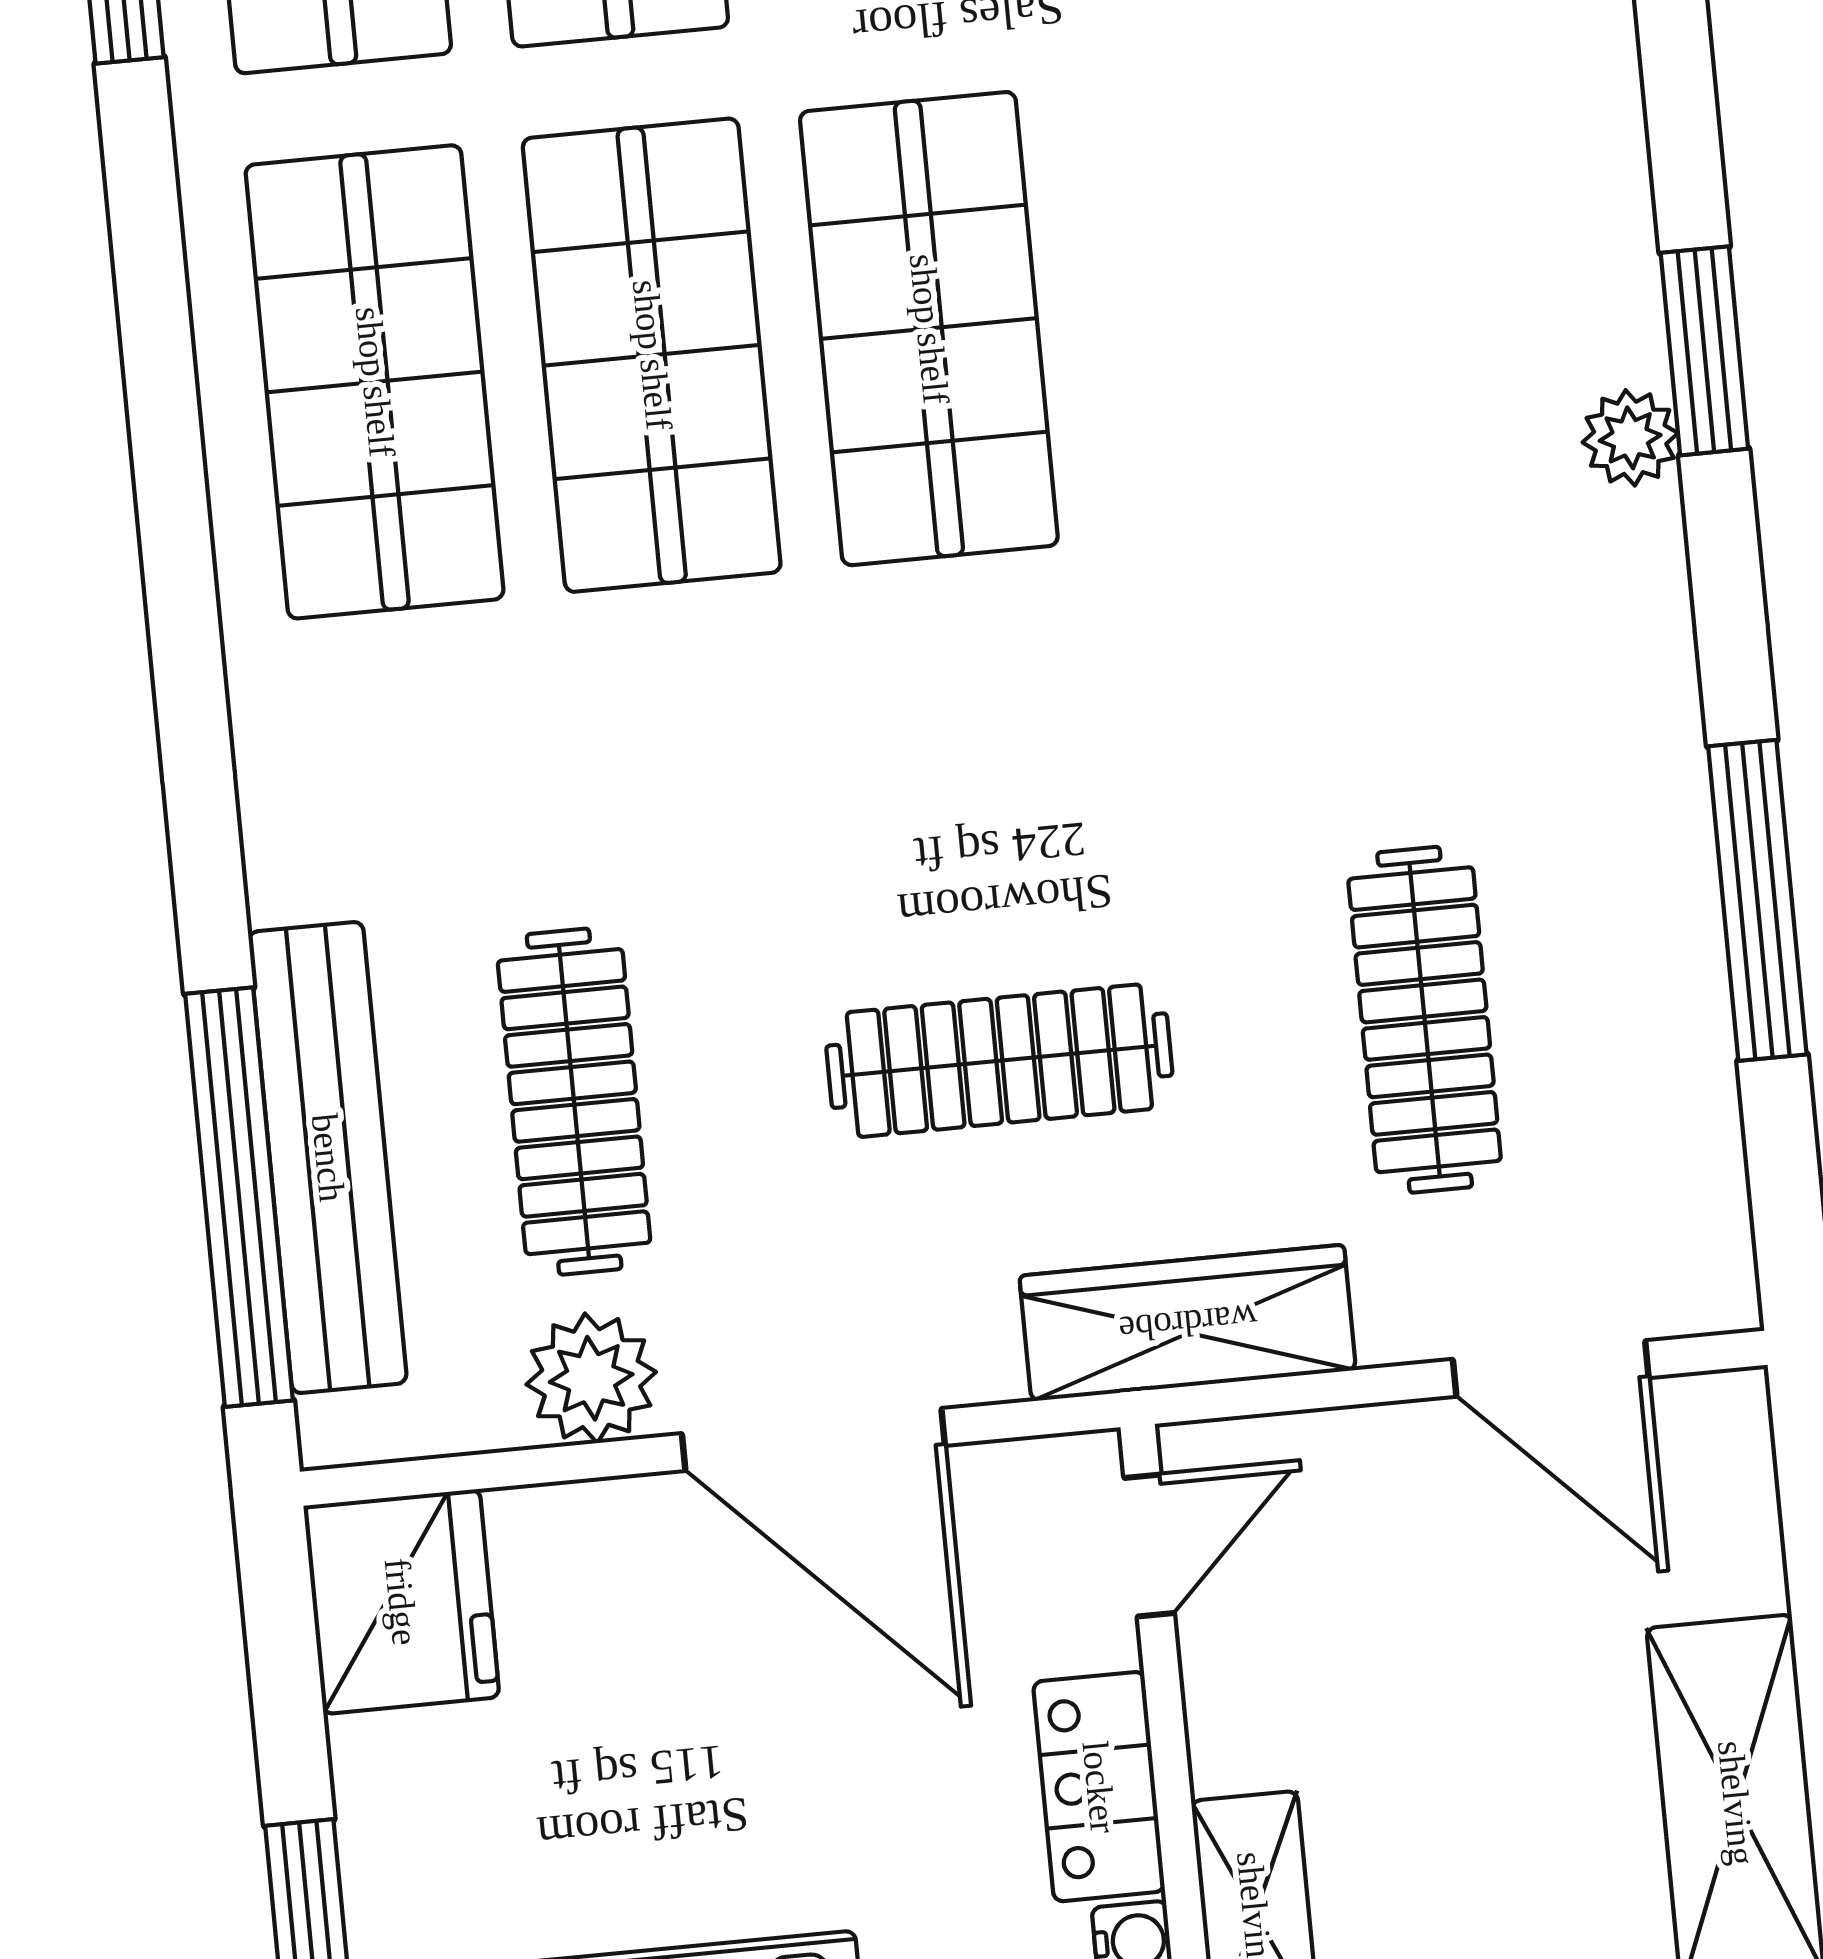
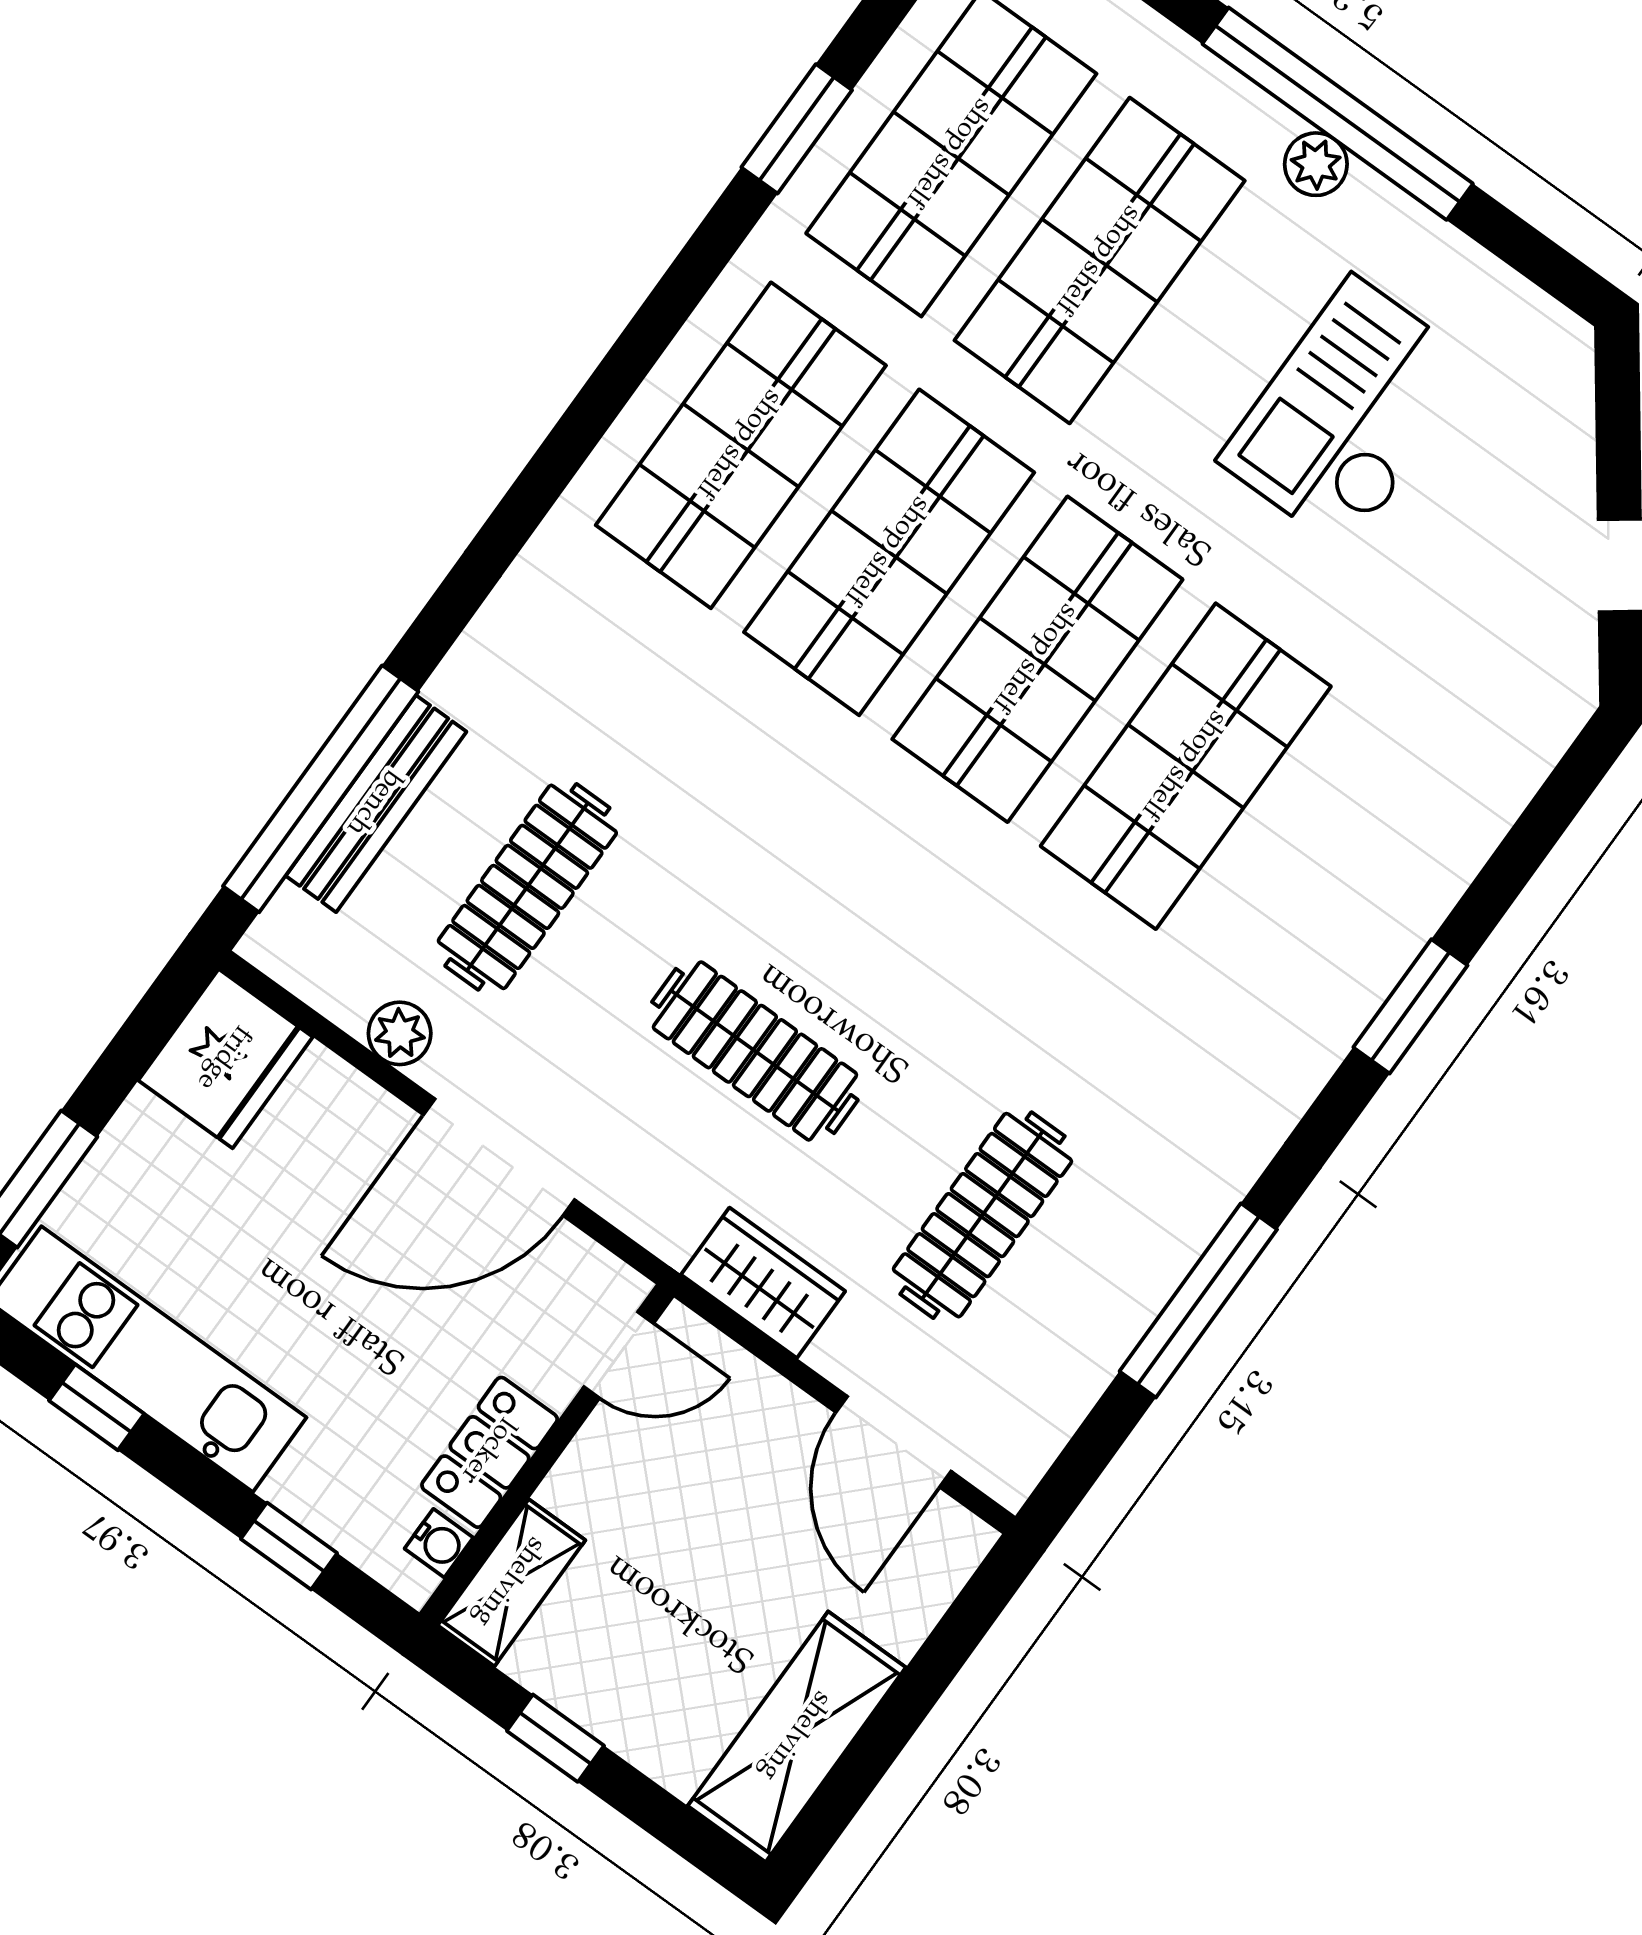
shop shelf: (1206, 302) -> (1186, 766), added
plant: (1630, 438) -> (1336, 1017), removed
bench: (328, 1158) -> (376, 804), width x0.73, depth x0.82
wardrobe: (1188, 1323) -> (763, 1283), width x0.67
plant: (591, 1378) -> (400, 1033), width x0.73, depth x0.73
door: (813, 1440) -> (499, 1157), hinge flipped

